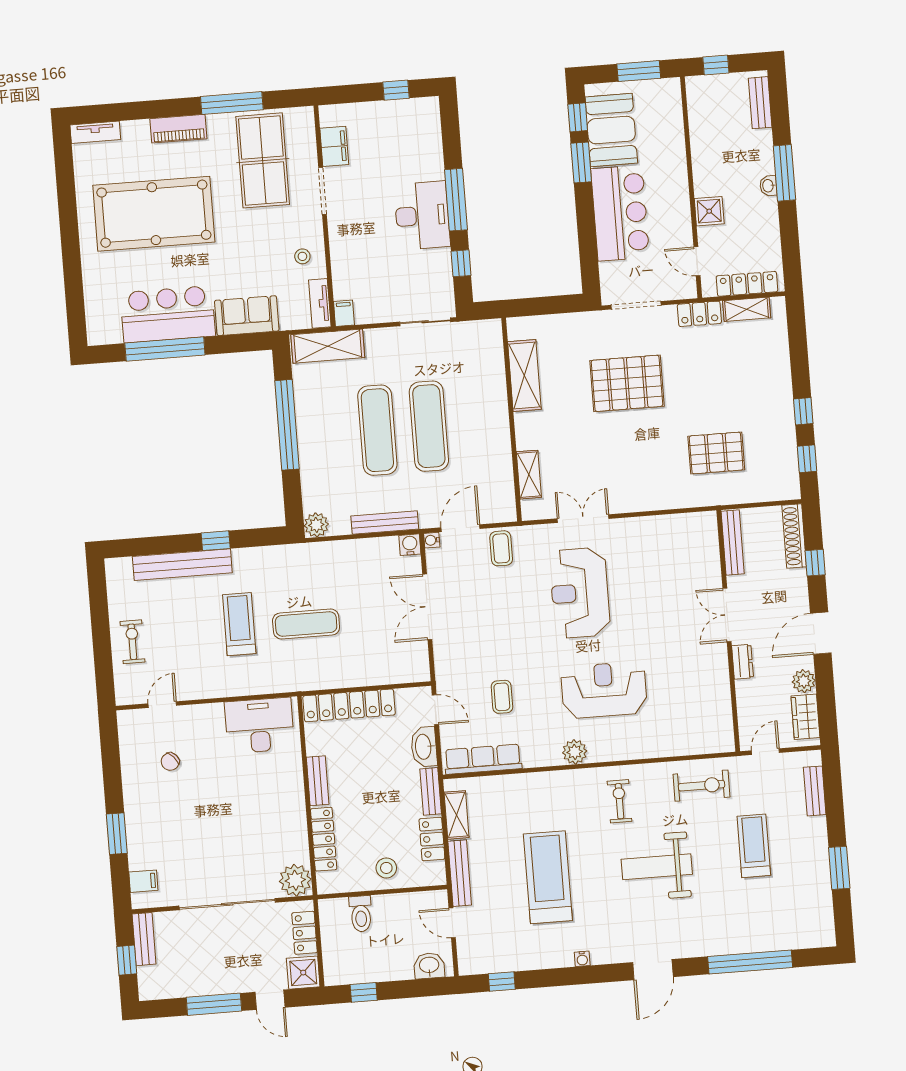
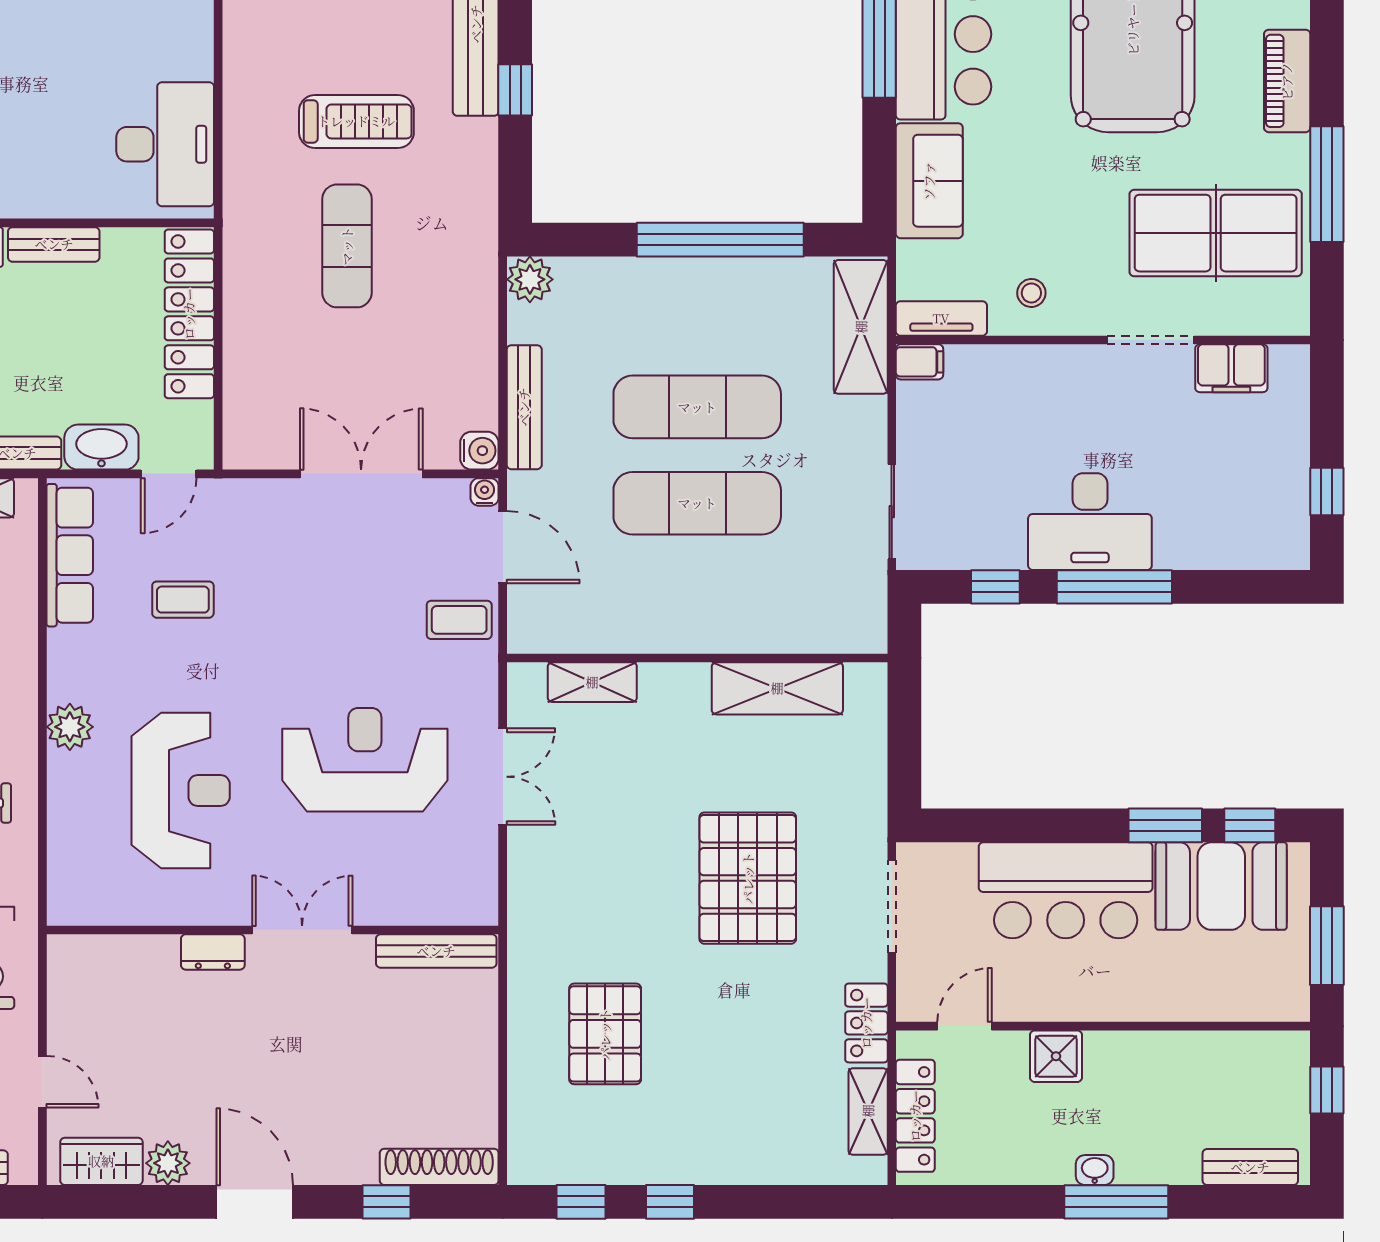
bench: (733, 542) -> (436, 951), moved
double door: (727, 615) -> (302, 930), moved
wall: (728, 631) -> (273, 930), moved
dresser: (743, 662) -> (213, 952), moved

